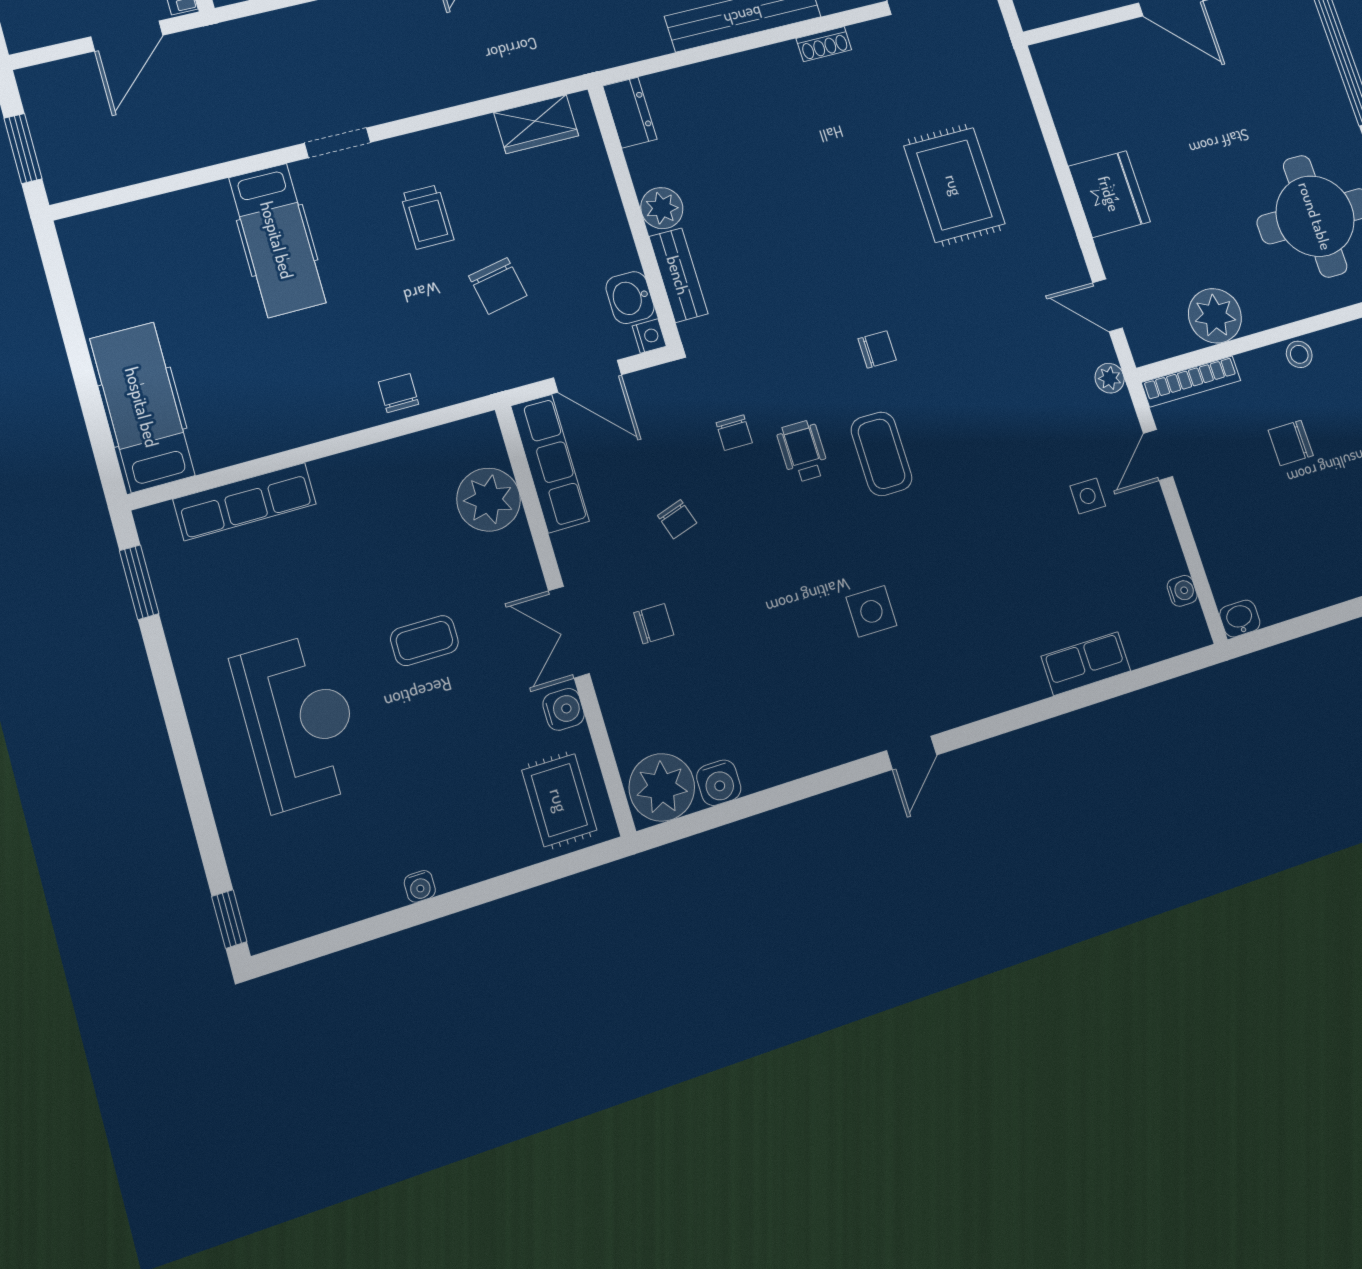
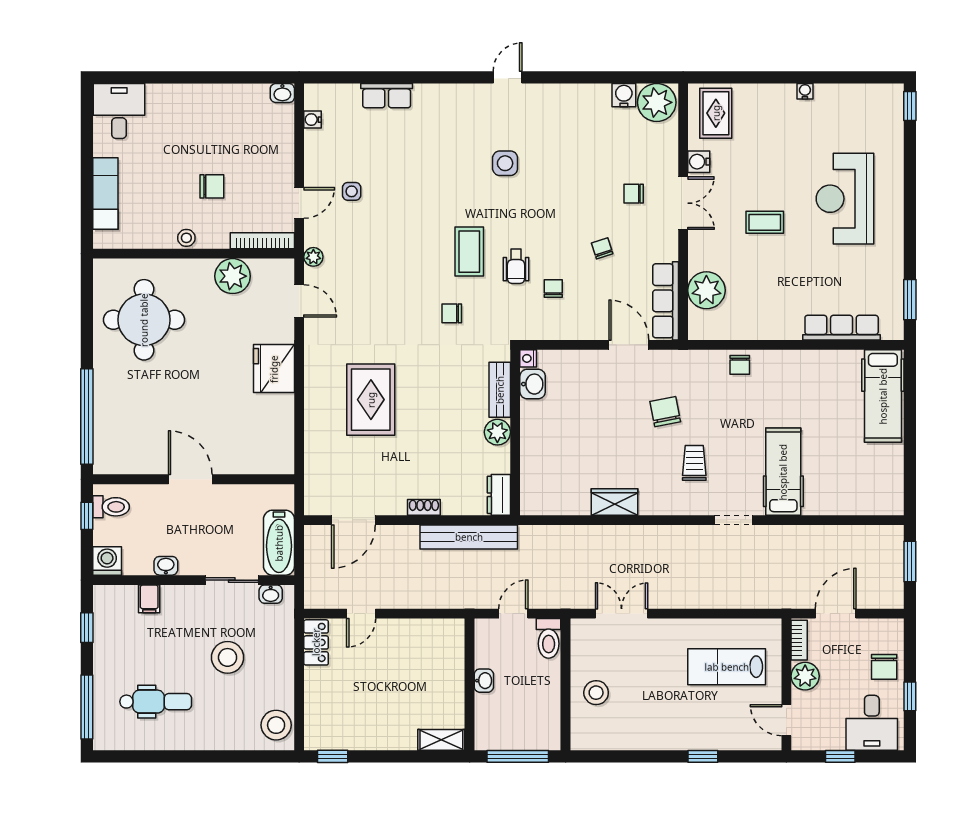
dresser: (630, 113) -> (499, 495), moved
plant: (662, 208) -> (497, 432), moved
wall: (634, 215) -> (515, 432), moved
bench: (678, 275) -> (500, 390), moved
washbasin: (630, 298) -> (533, 384), moved
nightstand: (649, 336) -> (528, 358), moved

